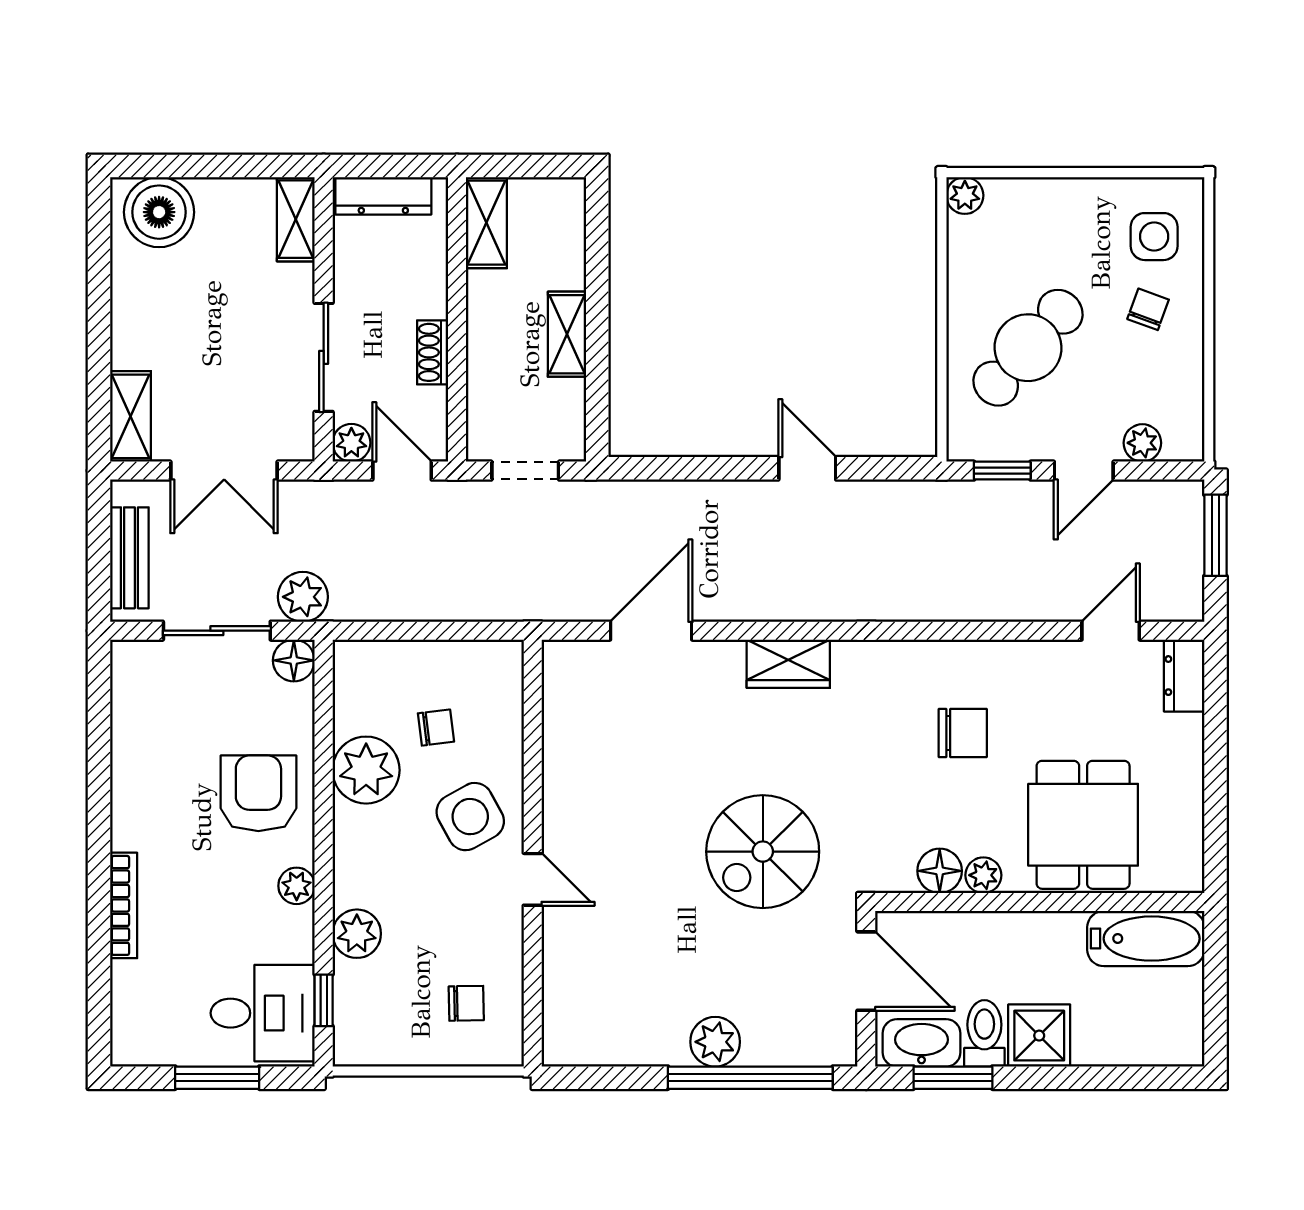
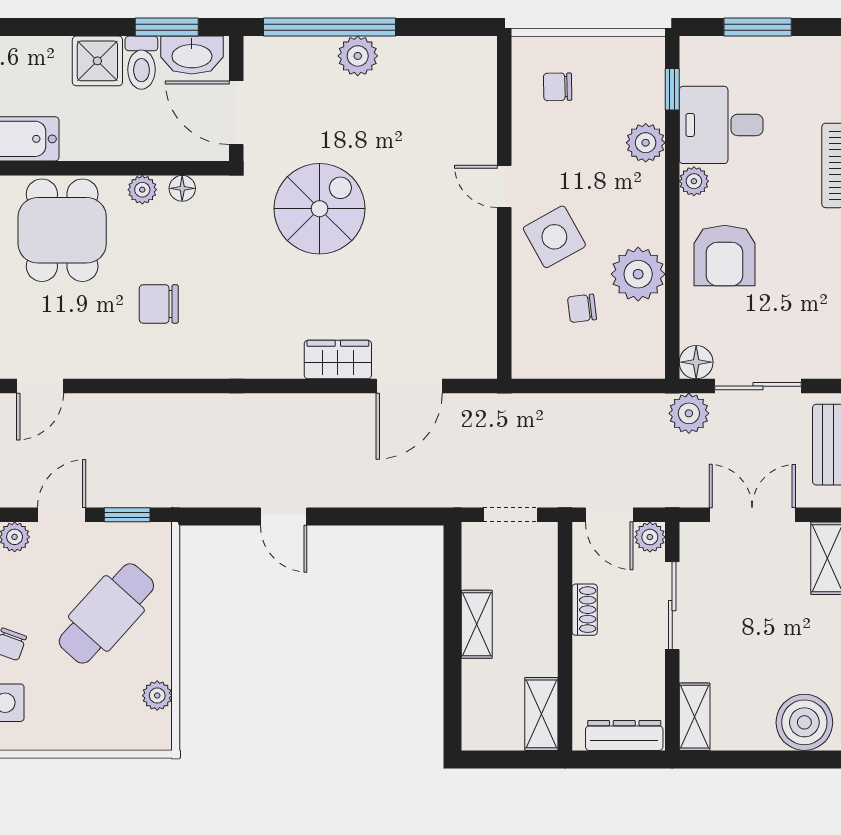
plant: (965, 195) -> (157, 696), moved
wardrobe: (788, 664) -> (338, 360), moved
floor lamp: (940, 871) -> (182, 188), width x0.73, depth x0.73
desk: (263, 1013) -> (721, 125), moved

